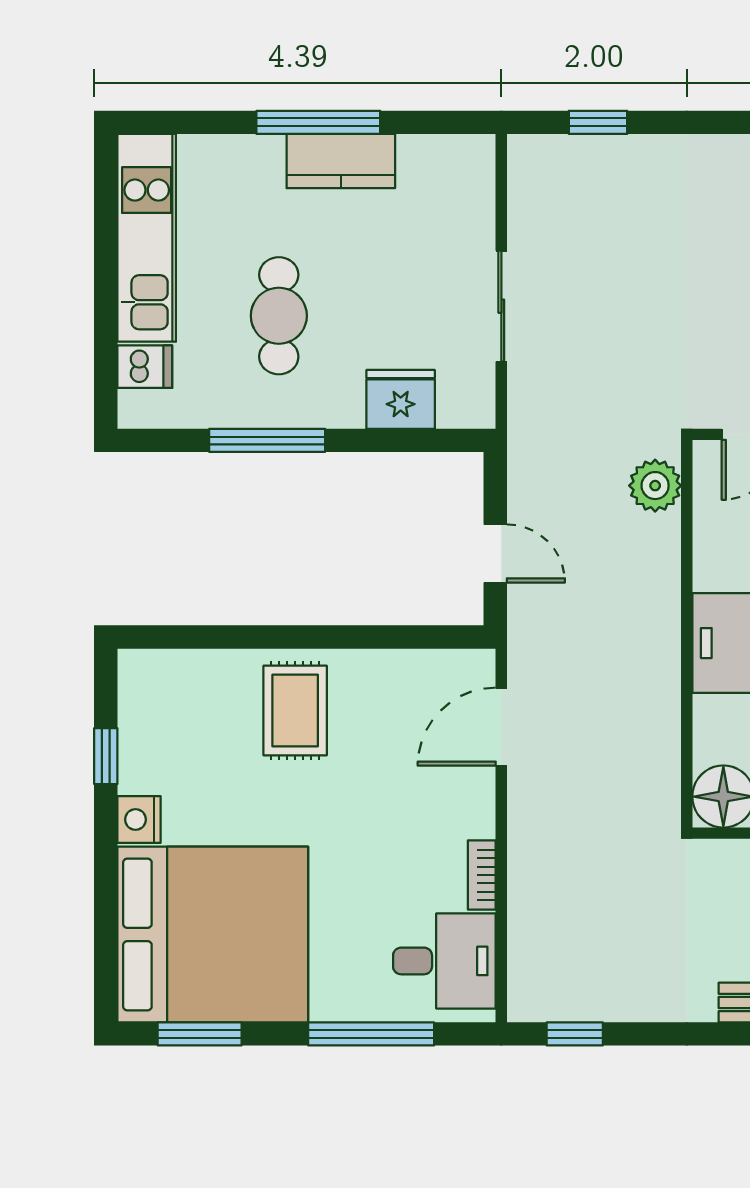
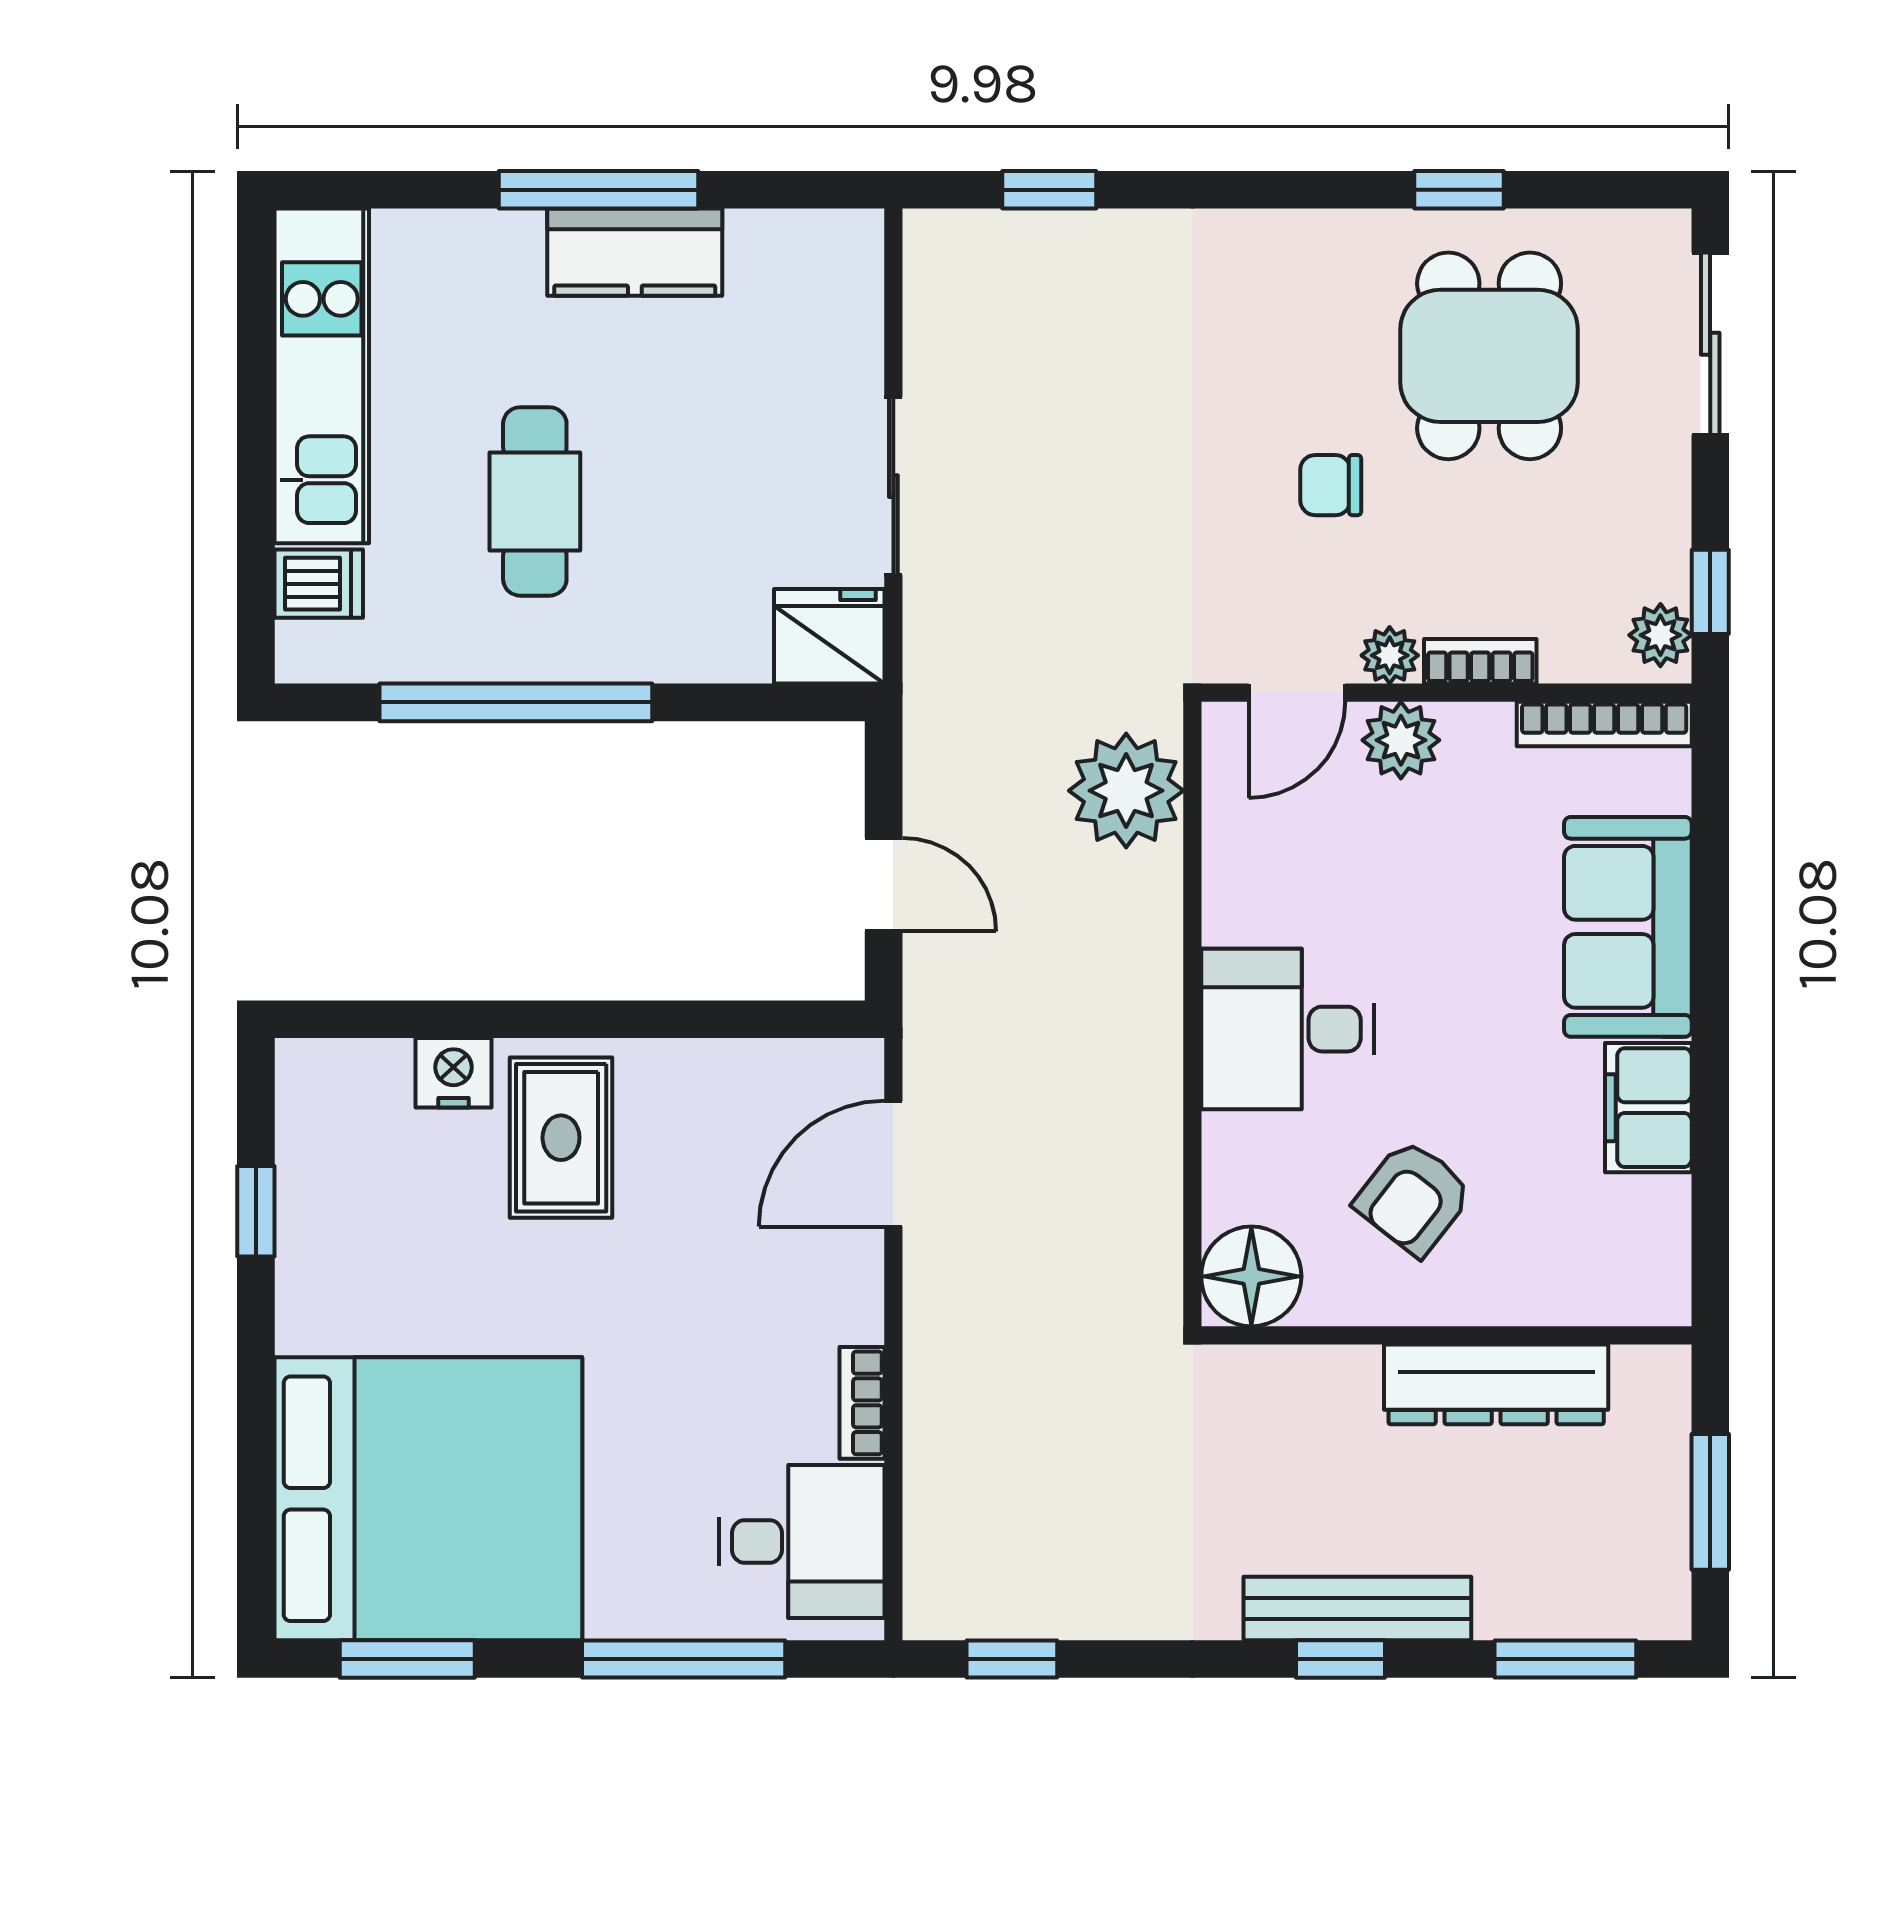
fridge: (401, 399) -> (829, 636), moved
window: (267, 440) -> (516, 702), width x1.46
plant: (655, 486) -> (1126, 791), width x1.36, depth x1.36
nightstand: (139, 820) -> (453, 1073), moved, turned 90

